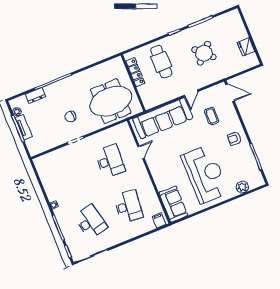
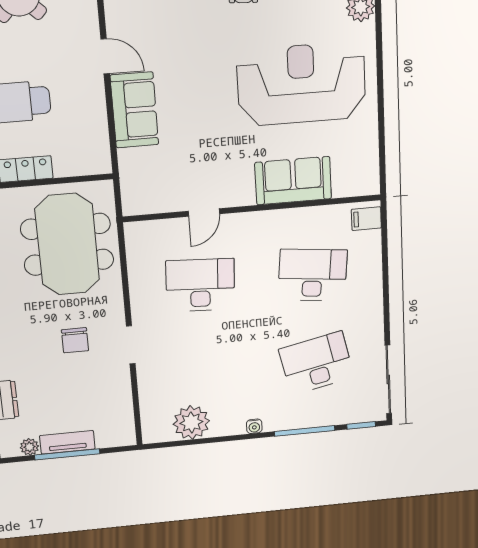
coffee table: (212, 116) -> (174, 25), removed
sofa: (163, 118) -> (134, 110), width x0.54, depth x0.79
door: (141, 152) -> (204, 212), swing flipped
plant: (48, 177) -> (191, 422), added
sofa: (173, 204) -> (293, 181), moved

